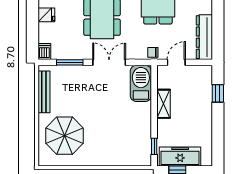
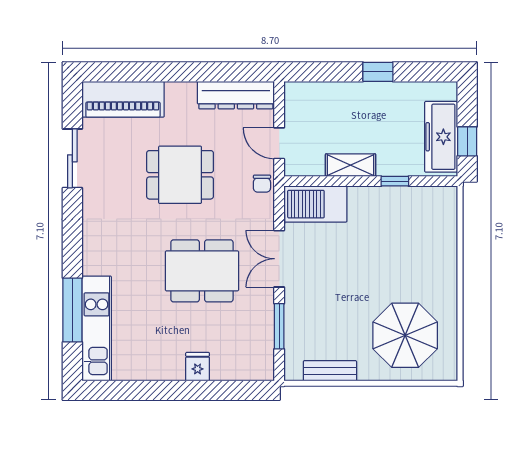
dishwasher: (44, 51) -> (261, 370), removed
bench: (44, 92) -> (330, 371), width x0.73
window: (218, 93) -> (378, 72), moved
window: (154, 146) -> (395, 181), moved

